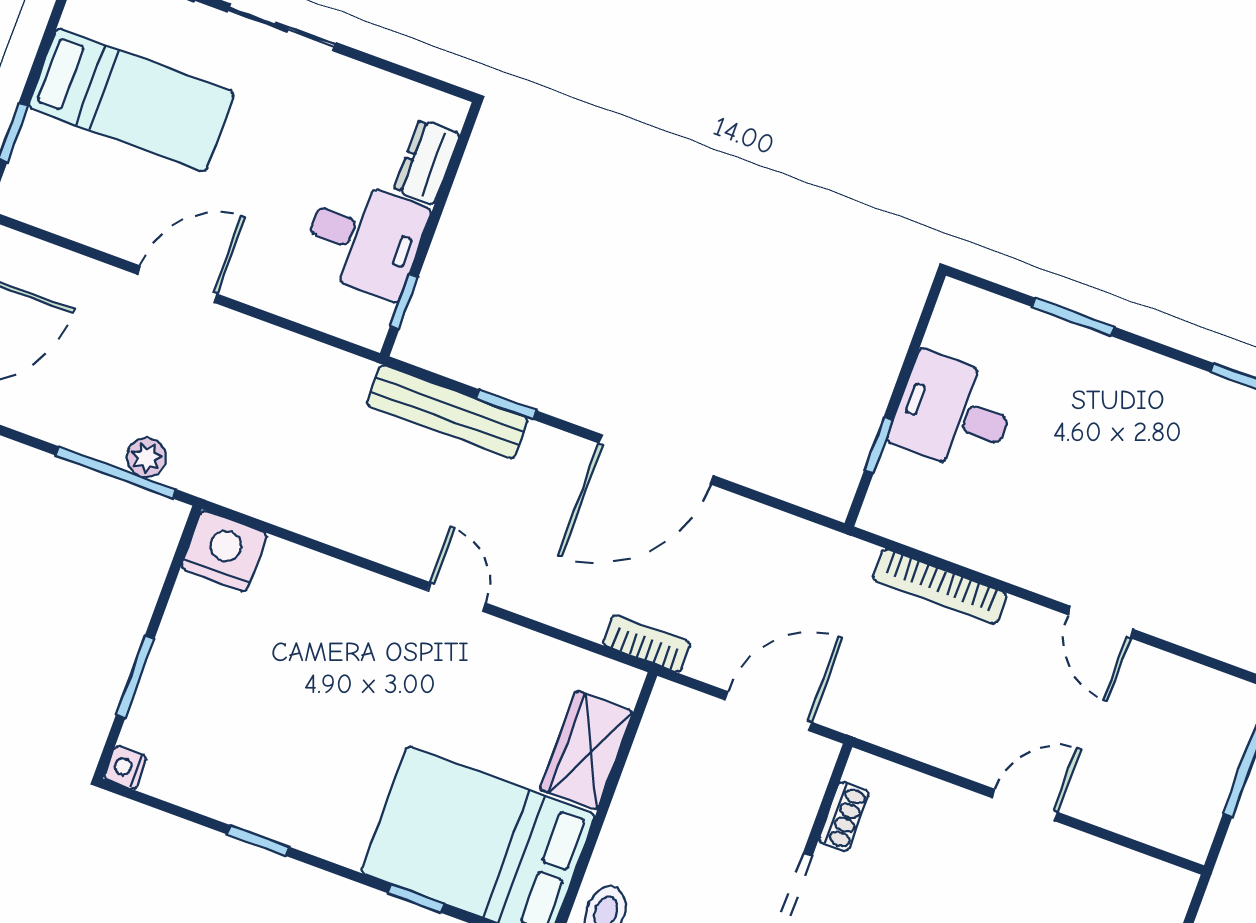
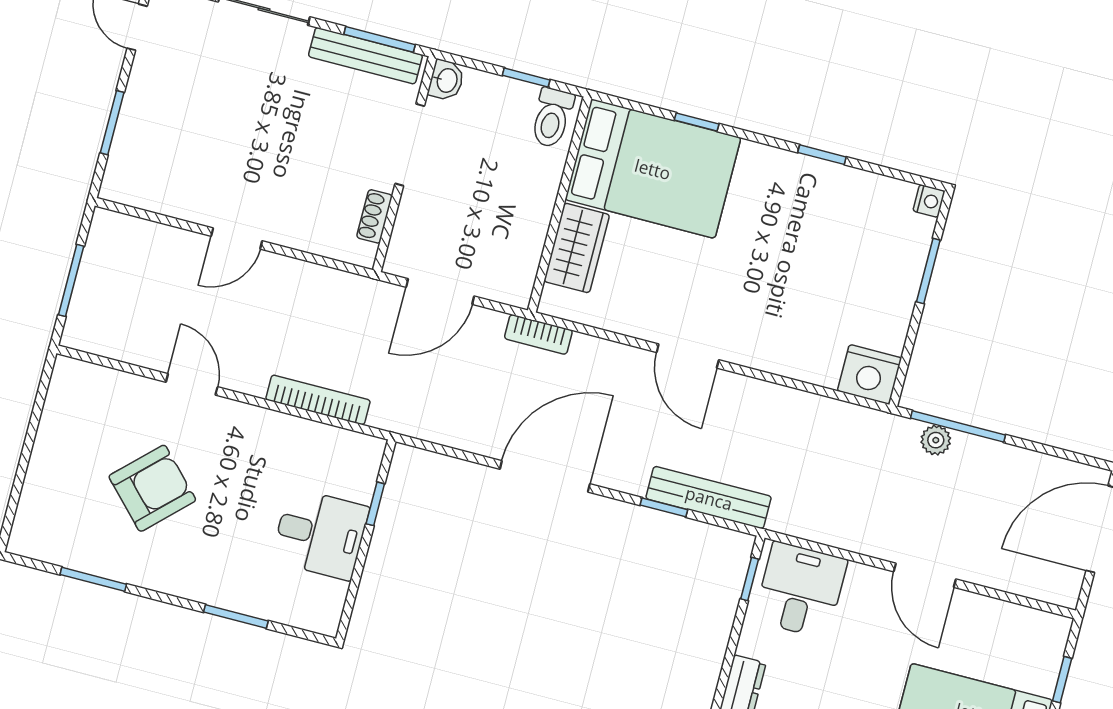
desk: (364, 238) -> (801, 590), moved, turned 90
door: (177, 284) -> (925, 575), hinge flipped
armchair: (1165, 493) -> (152, 488), added
door: (456, 597) -> (688, 356), width x1.37

